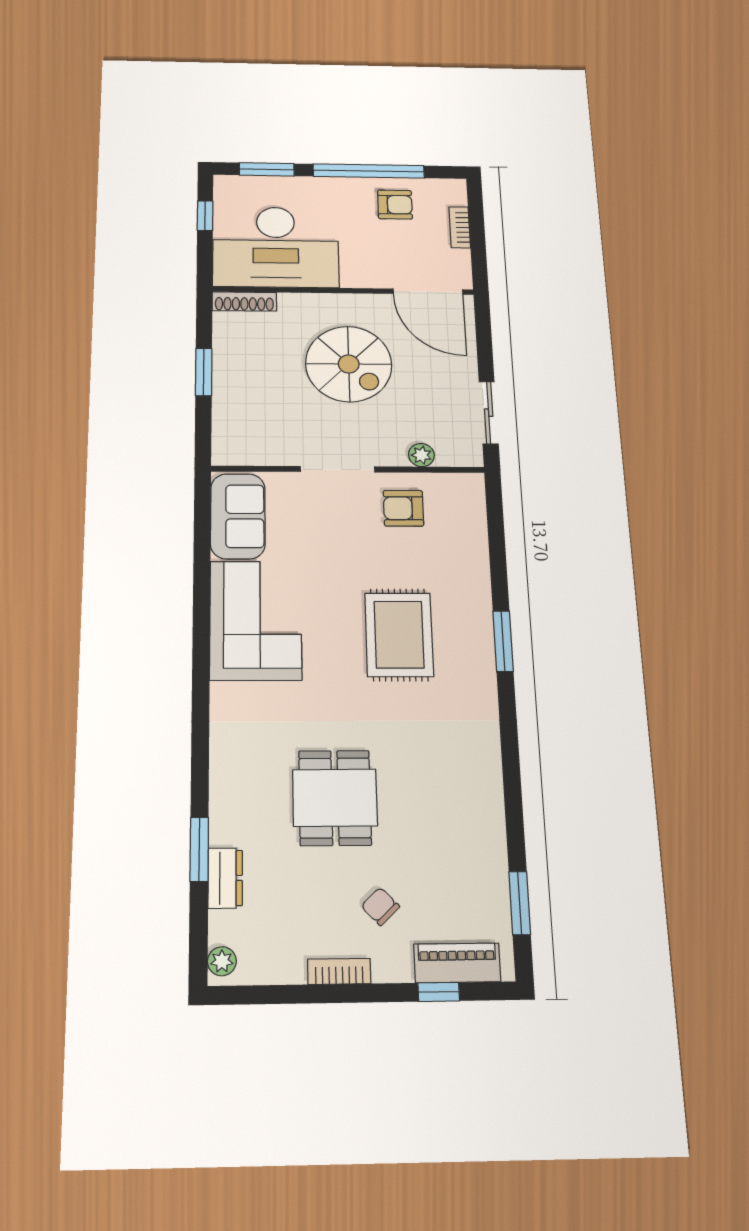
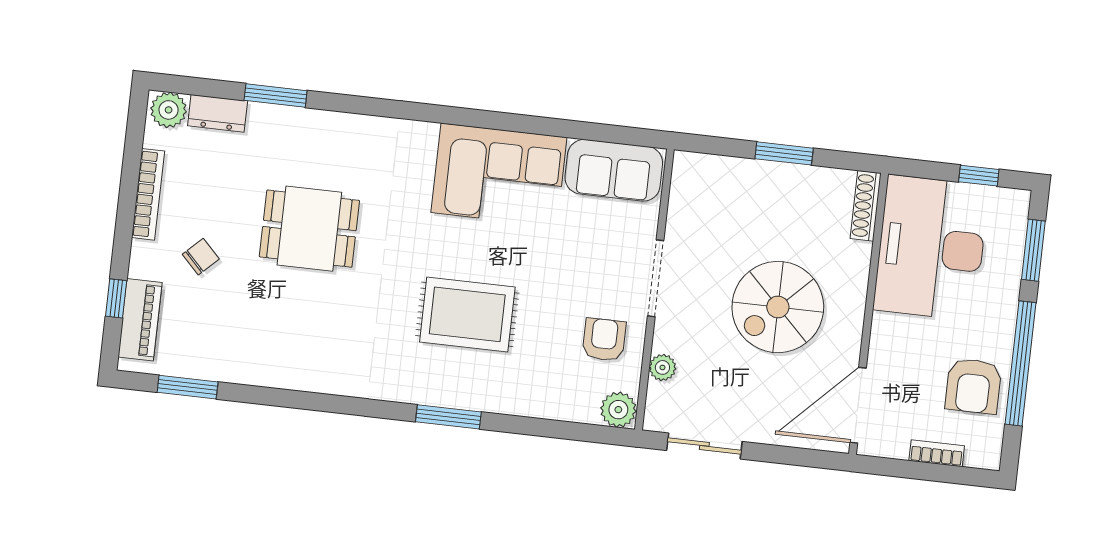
armchair: (395, 205) -> (973, 386), width x1.38, depth x1.38
plant: (468, 489) -> (618, 410), added
dresser: (225, 878) -> (218, 113), moved
plant: (222, 961) -> (169, 110), width x1.38, depth x1.38
bookcase: (339, 971) -> (148, 194), width x1.56

